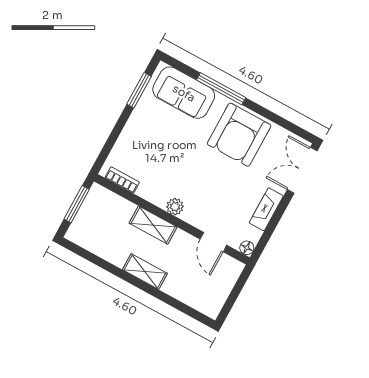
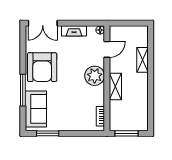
armchair: (239, 135) -> (42, 67), turned 90
plant: (175, 207) -> (95, 76), width x1.88, depth x1.88
shelving: (145, 272) -> (143, 60), moved

